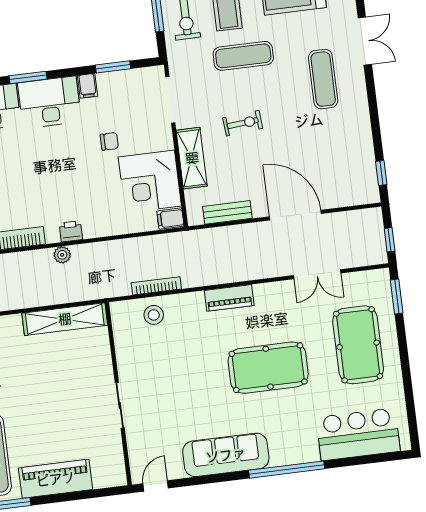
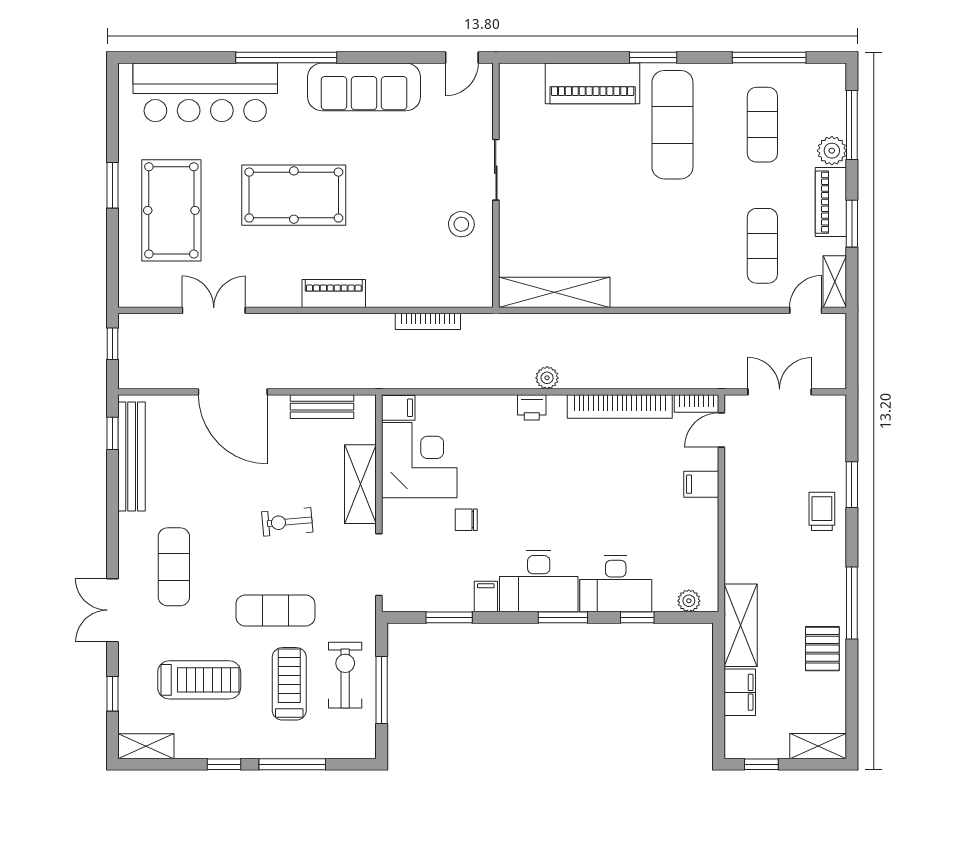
bench: (365, 157) -> (132, 457), added
window: (397, 297) -> (113, 185), moved
stool: (154, 315) -> (461, 224), moved
bar counter: (358, 434) -> (205, 92), width x1.36

